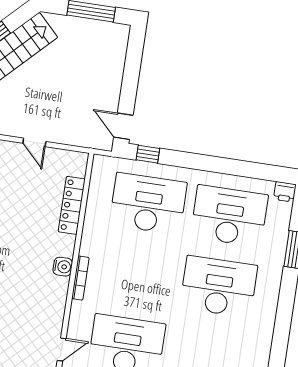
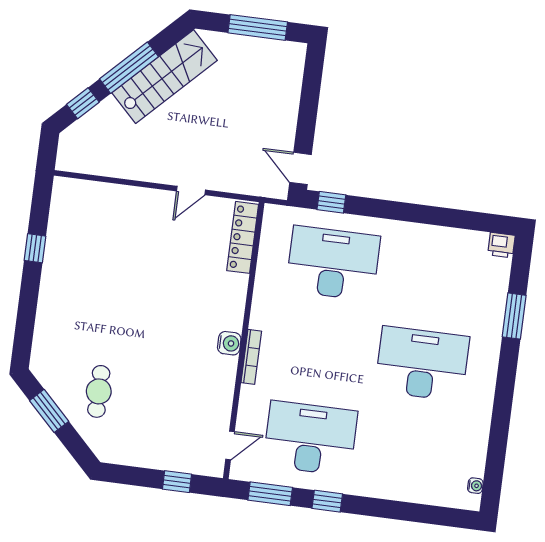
door: (34, 142) -> (191, 191), hinge flipped
locker: (72, 205) -> (243, 237), moved
desk: (229, 216) -> (433, 276), removed

